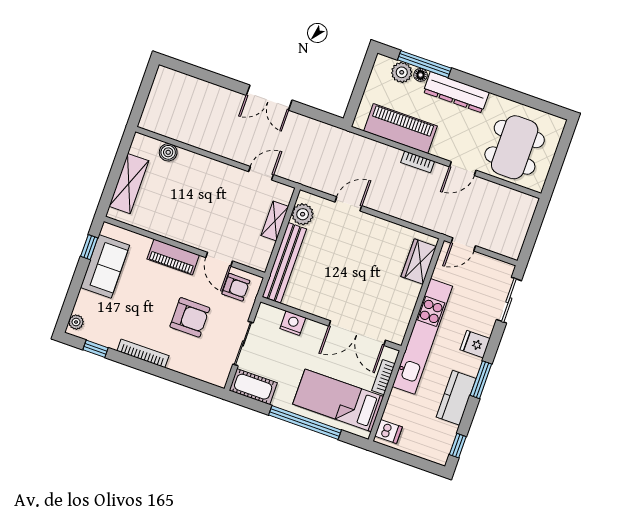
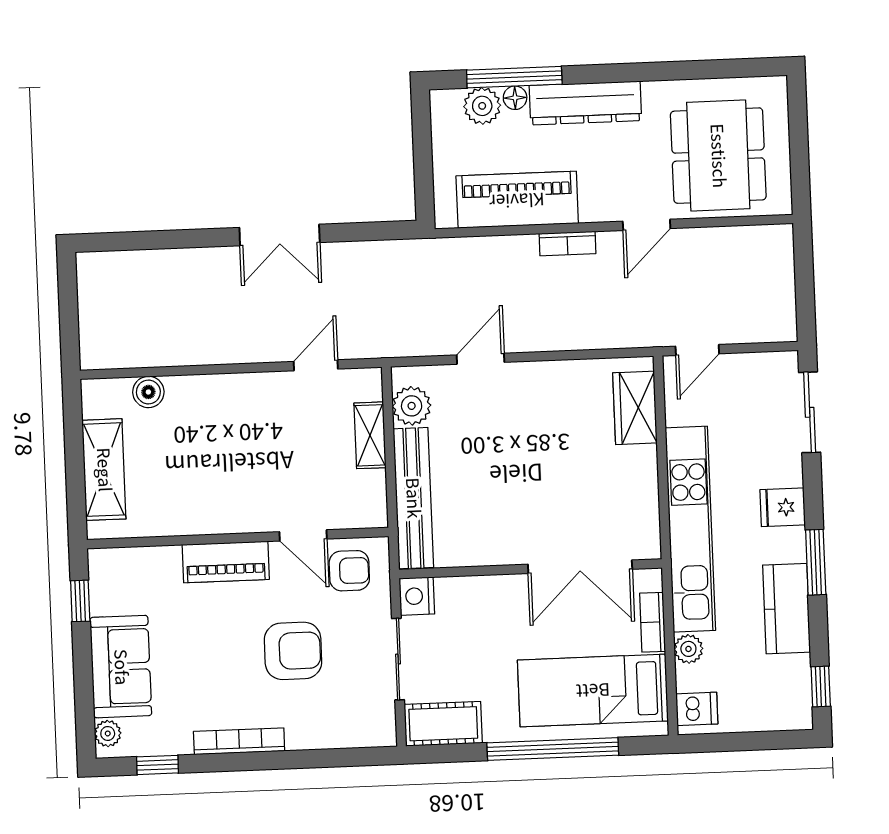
sofa: (105, 266) -> (121, 667), moved
nightstand: (293, 323) -> (417, 596), moved, turned -90
plant: (397, 398) -> (688, 649), added

